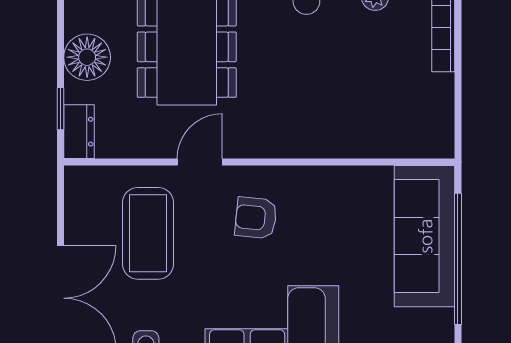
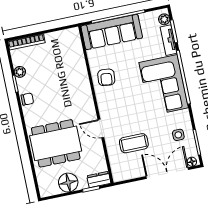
armchair: (256, 218) -> (106, 77), moved
coffee table: (148, 233) -> (134, 143), width x0.73, depth x0.76

